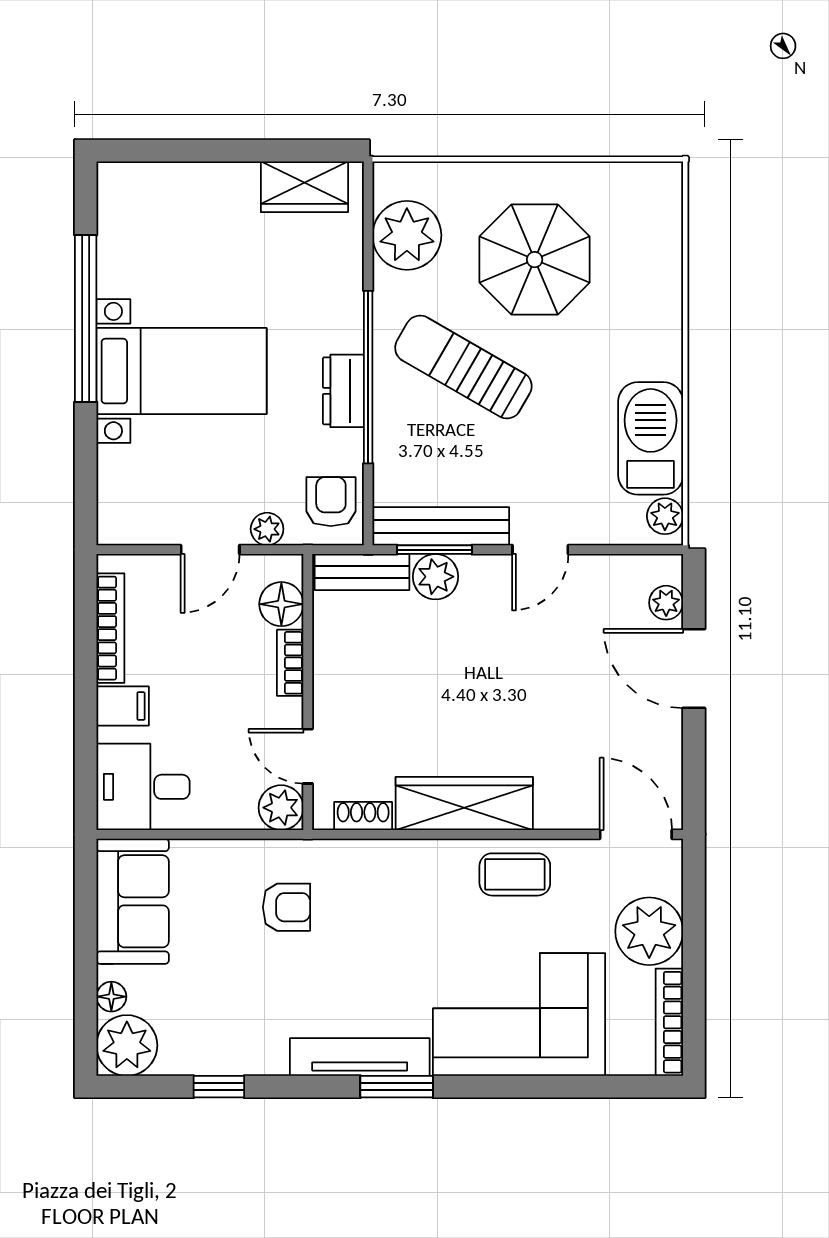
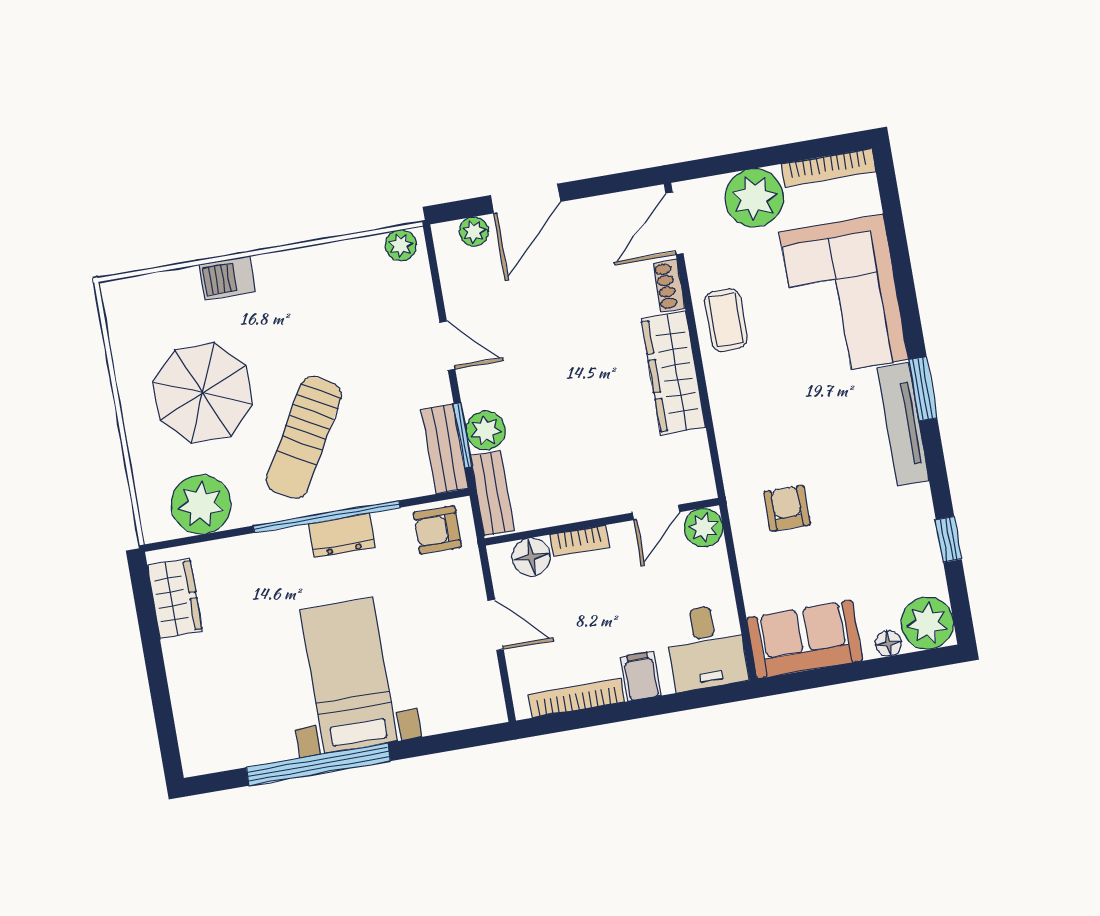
barbecue: (651, 438) -> (227, 278), moved, width x0.53, depth x0.65
bench: (441, 526) -> (445, 449), width x0.73
plant: (267, 529) -> (470, 580), removed
shoe rack: (363, 816) -> (669, 286), moved

